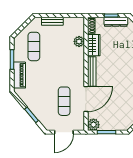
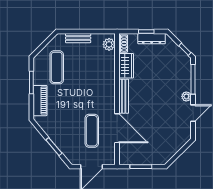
plant: (79, 41) -> (109, 44), moved
door: (86, 99) -> (117, 128), hinge flipped
plant: (93, 125) -> (126, 158), removed

